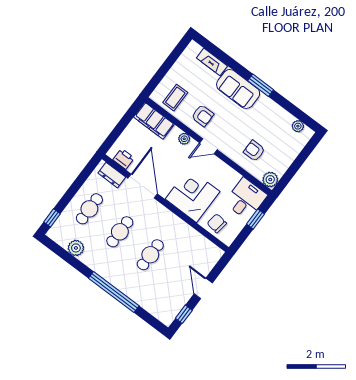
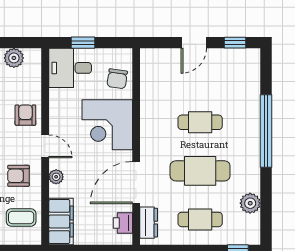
armchair: (203, 116) -> (18, 176), turned -90
armchair: (254, 151) -> (25, 115), moved, turned 180
plant: (270, 180) -> (14, 58), moved
cafe table: (120, 232) -> (200, 171), width x1.37, depth x1.35

